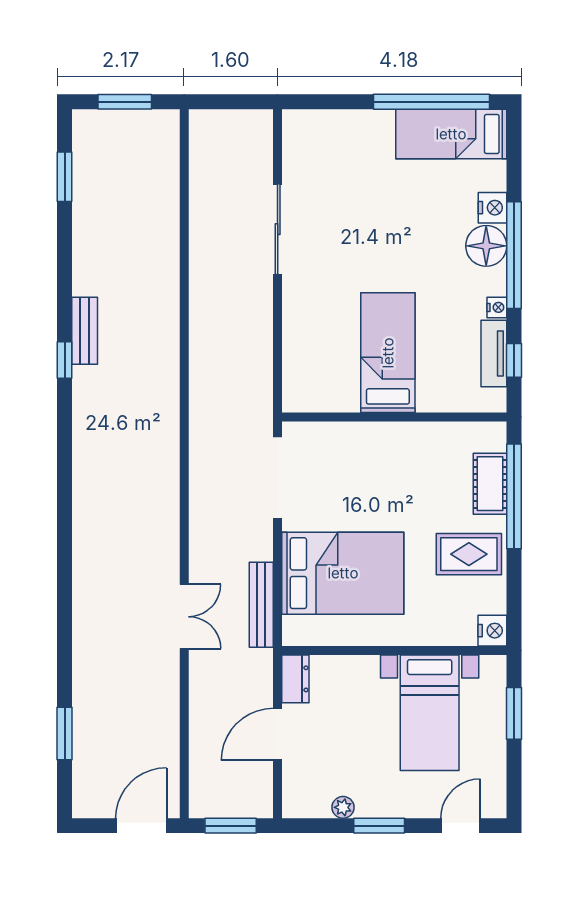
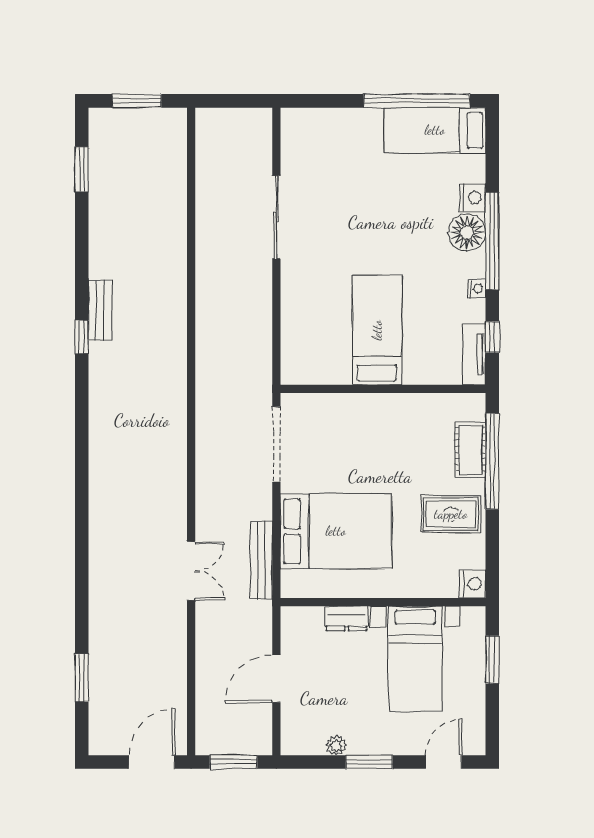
tv unit: (494, 353) -> (474, 354), moved
dresser: (295, 679) -> (346, 618), moved, turned 90

